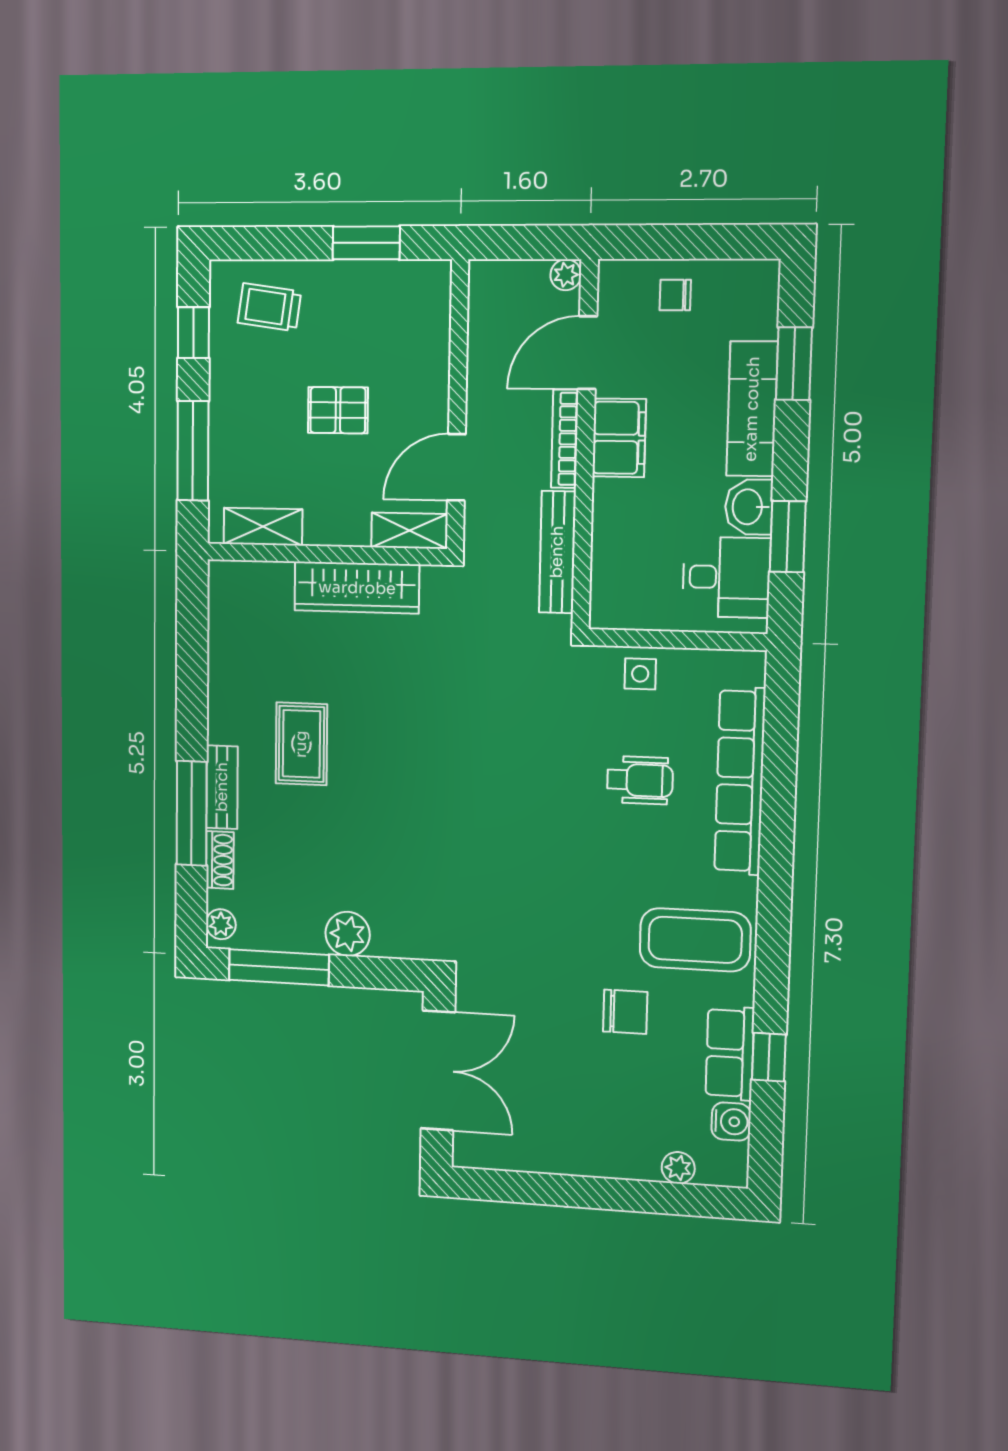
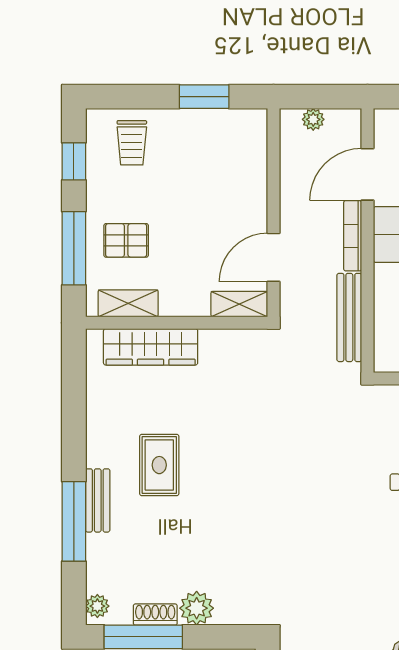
plant: (566, 275) -> (313, 119), moved
trolley: (269, 307) -> (132, 143), turned -98
pallet: (338, 410) -> (126, 240), moved
wardrobe: (357, 588) -> (151, 347), moved
shoe rack: (220, 860) -> (155, 615), moved, turned -90

